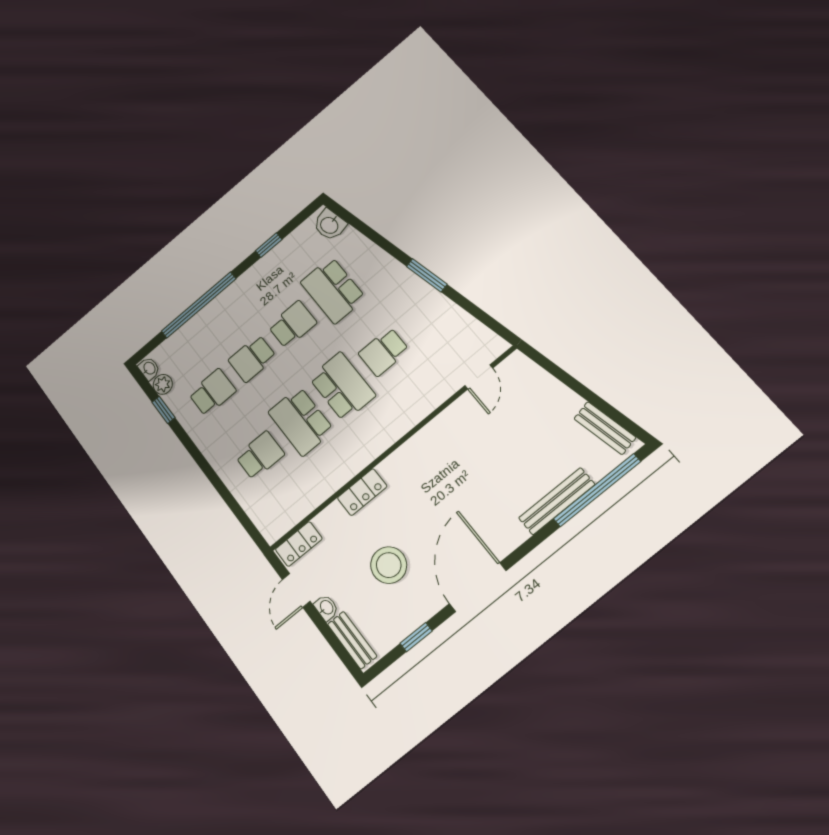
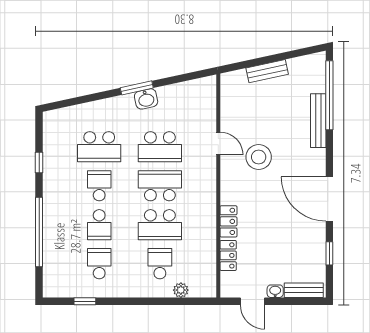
washbasin: (330, 225) -> (146, 99), moved
school desk: (384, 352) -> (160, 147), width x1.85
washbasin: (149, 369) -> (52, 291), removed
door: (479, 377) -> (218, 143), moved
plant: (163, 384) -> (181, 290), moved
bench: (605, 428) -> (267, 71), moved
locker: (299, 544) -> (228, 255), moved
stool: (389, 565) -> (259, 157), moved

